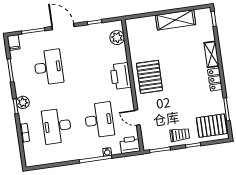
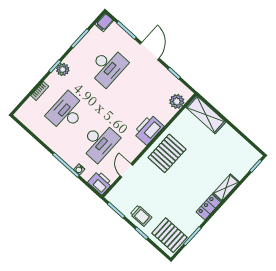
shelving: (176, 20) -> (206, 115), moved

